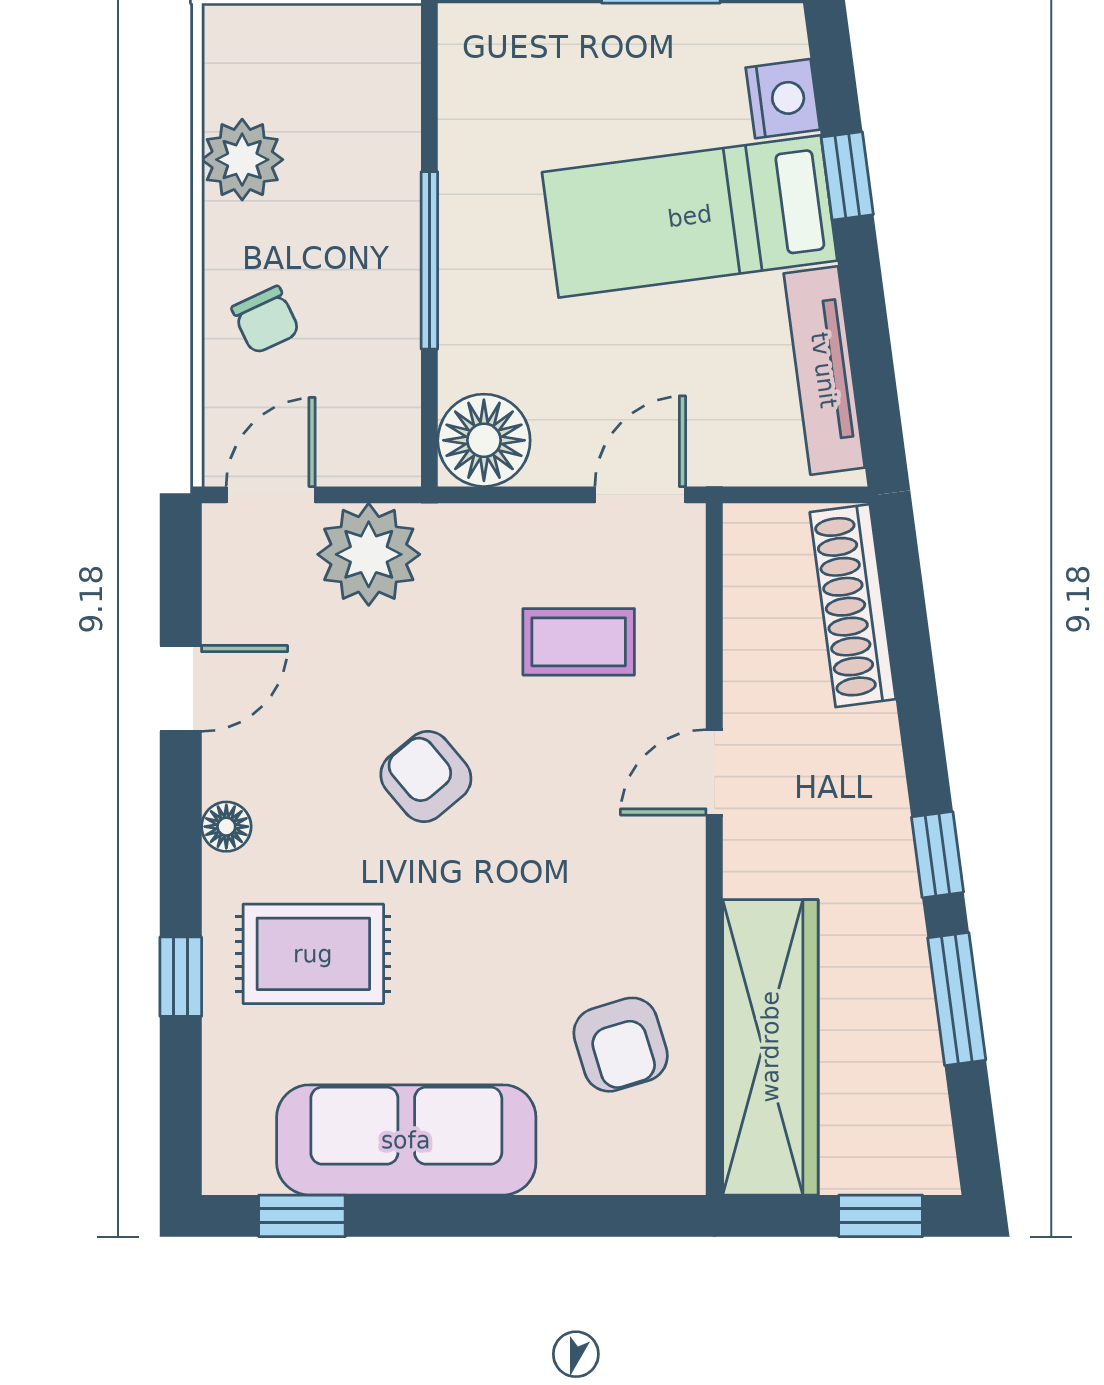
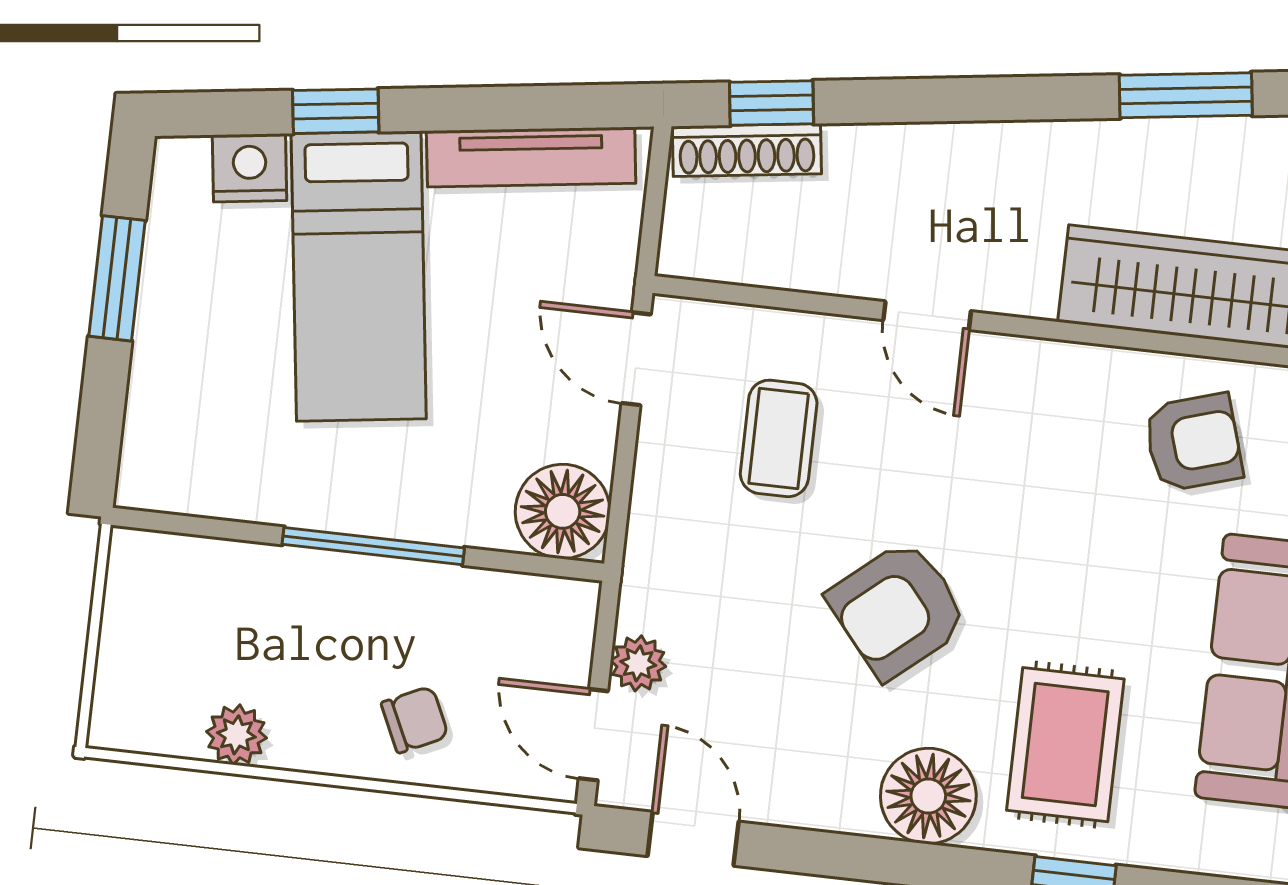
plant: (242, 160) -> (236, 735), width x0.73, depth x0.73
plant: (369, 554) -> (638, 663), width x0.53, depth x0.53
shoe rack: (853, 606) -> (747, 150), width x0.74, depth x0.81
door: (181, 688) -> (693, 839), moved
armchair: (426, 776) -> (898, 609), width x1.38, depth x1.38
floor lamp: (226, 827) -> (928, 796), width x1.89, depth x1.89
window: (937, 855) -> (771, 103), moved

